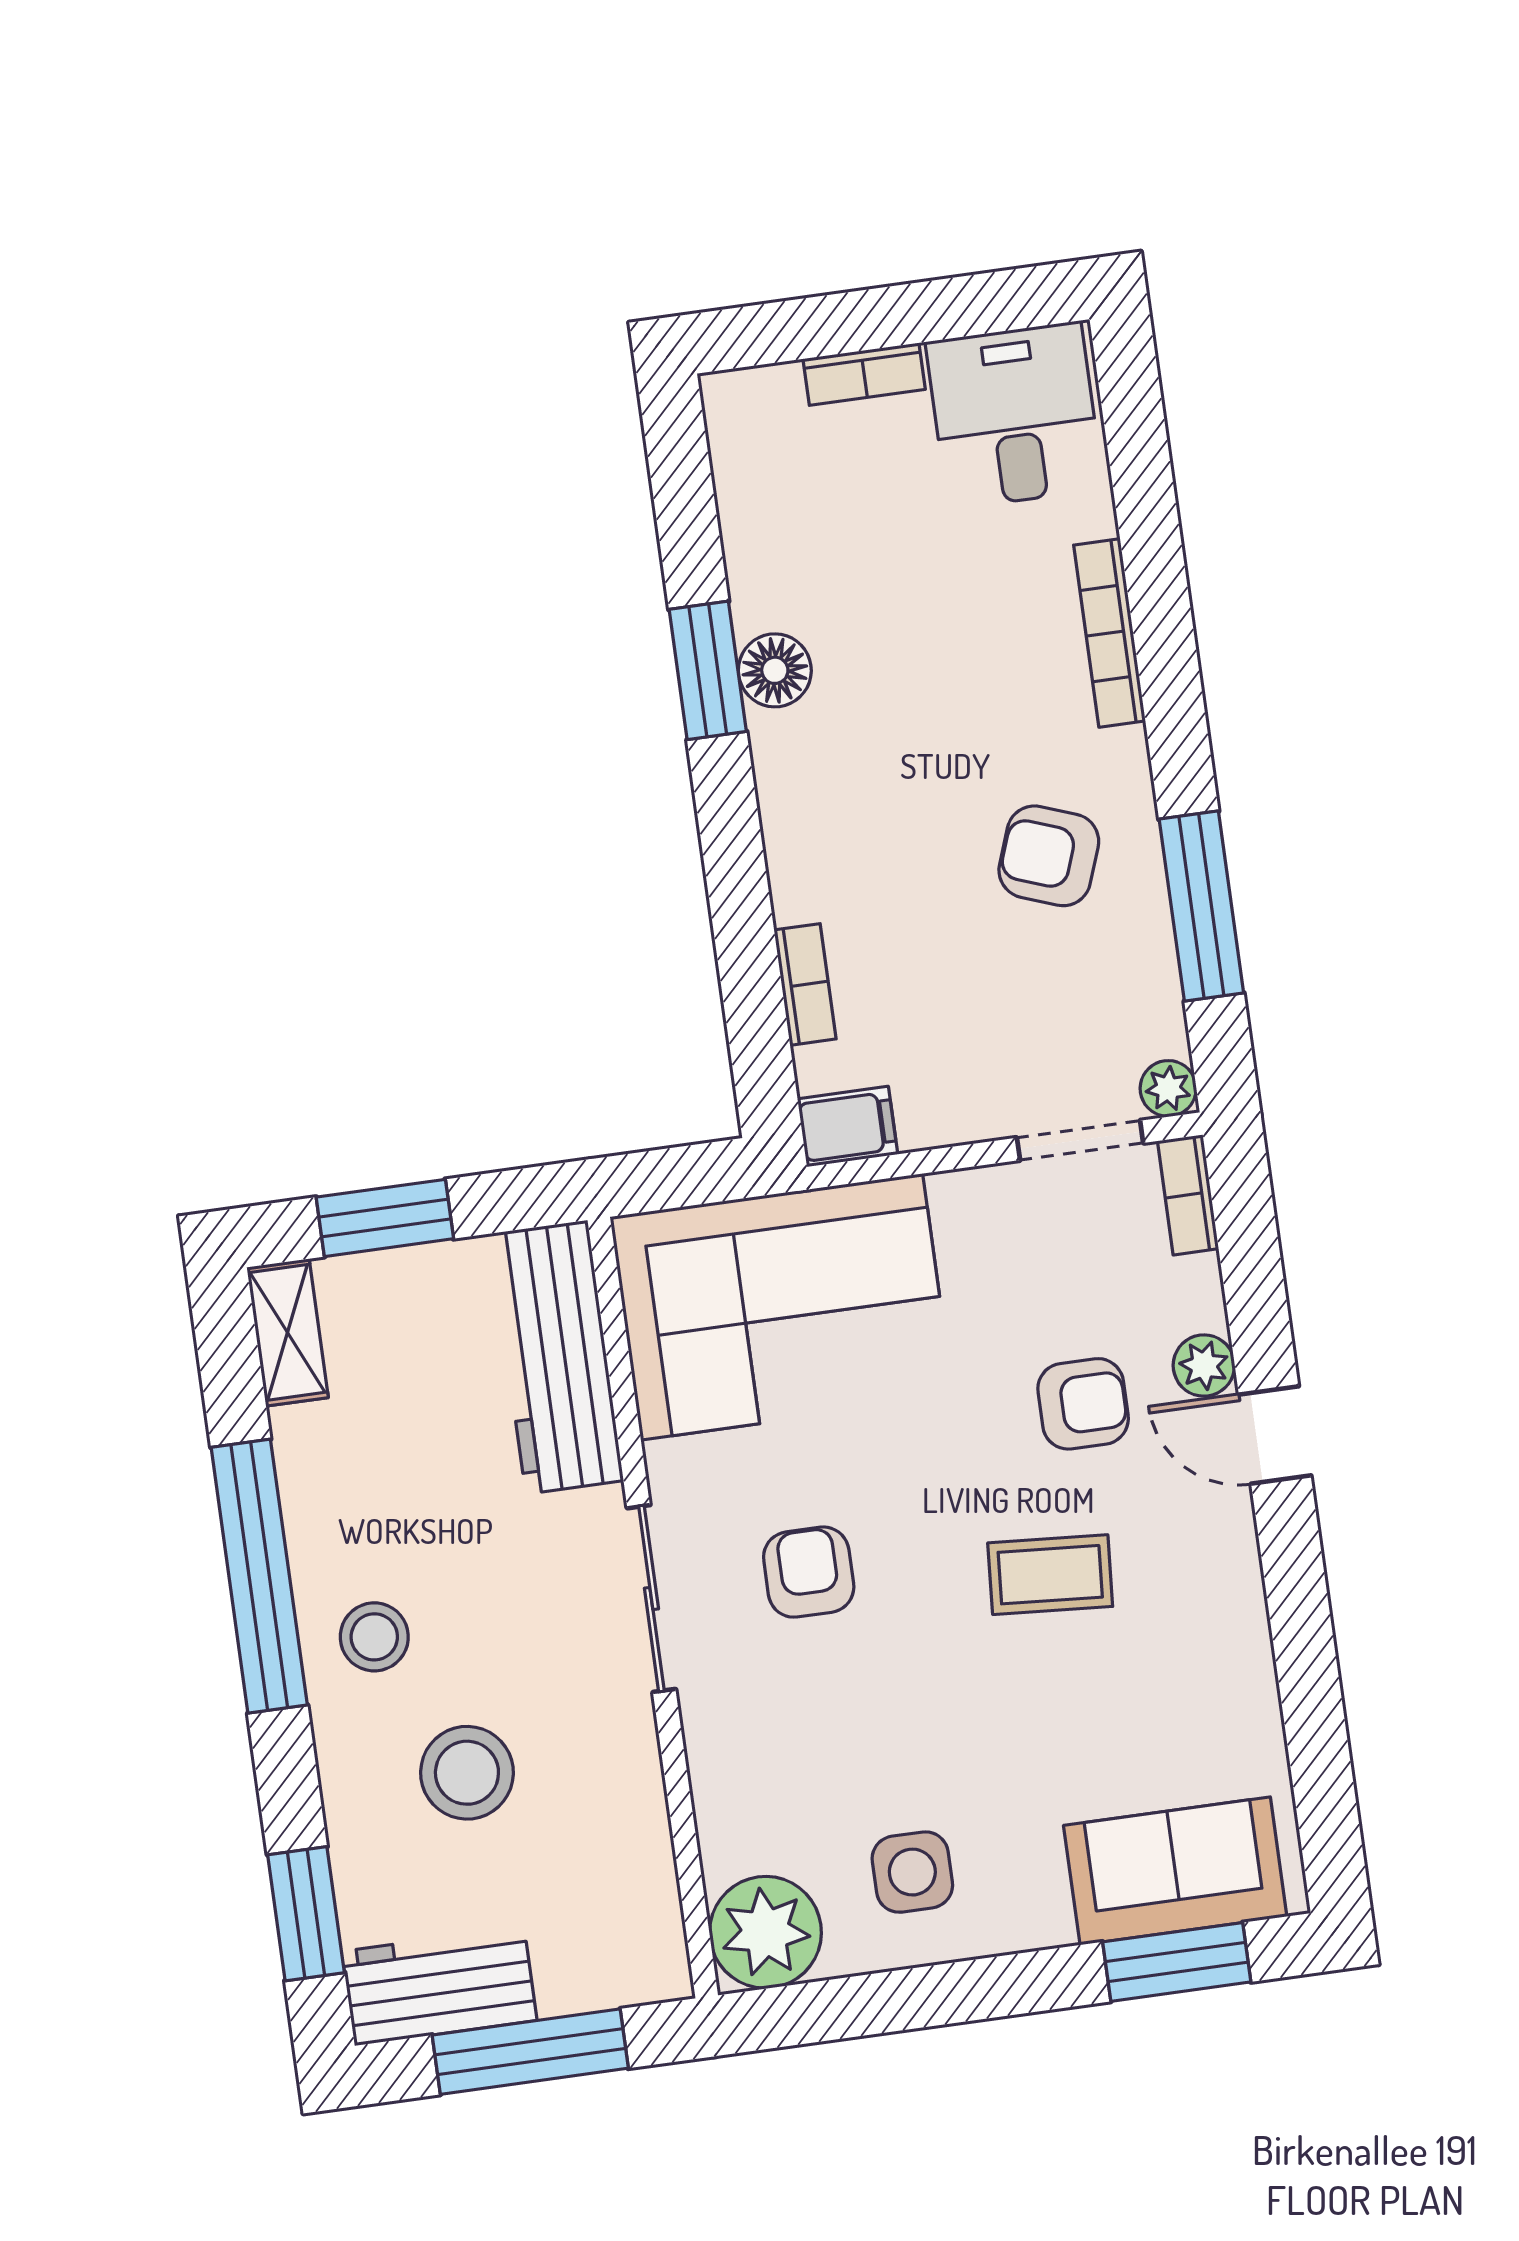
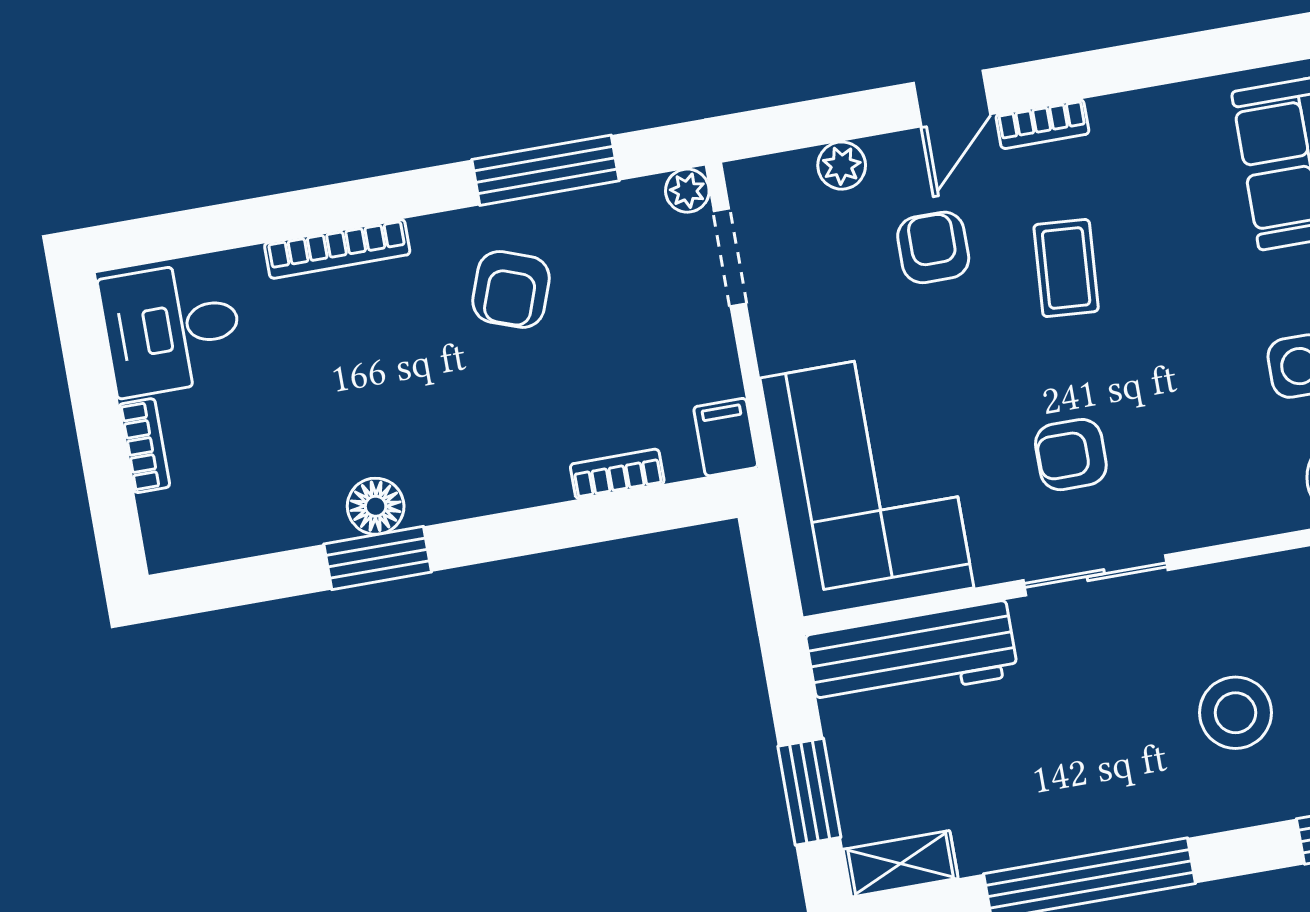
bookcase: (1188, 1195) -> (1042, 124), moved
plant: (1204, 1366) -> (842, 166), moved
stool: (374, 1637) -> (1133, 788), removed

